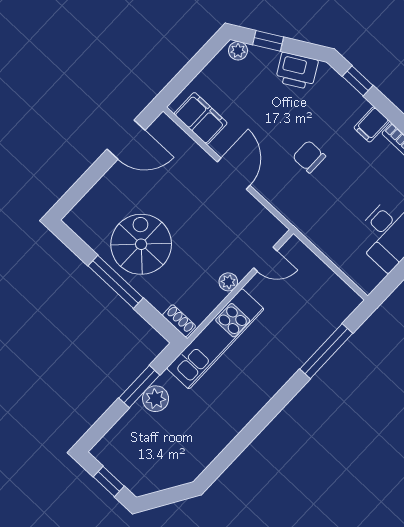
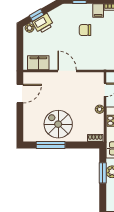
printer: (297, 71) -> (43, 24), moved
chair: (309, 157) -> (85, 30), moved
window: (116, 282) -> (51, 145), moved

